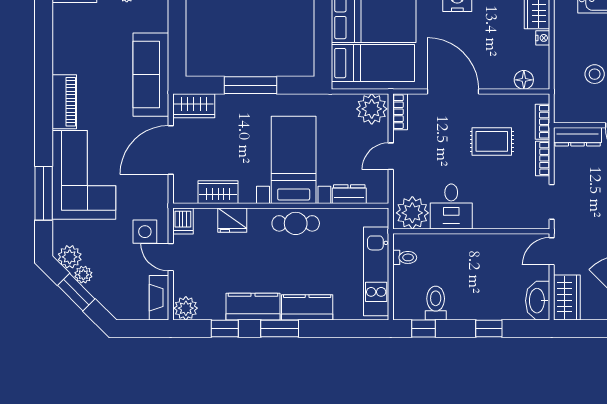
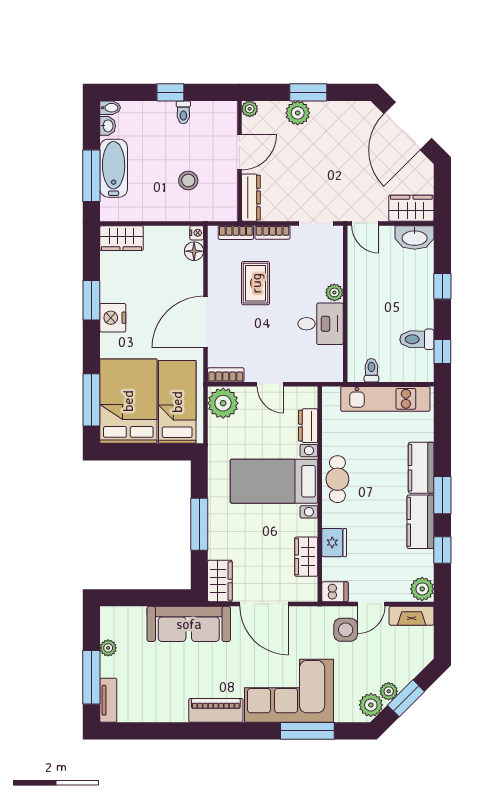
nightstand: (543, 38) -> (197, 233), moved, turned 90
plant: (412, 213) -> (334, 292), moved, width x0.53, depth x0.53

